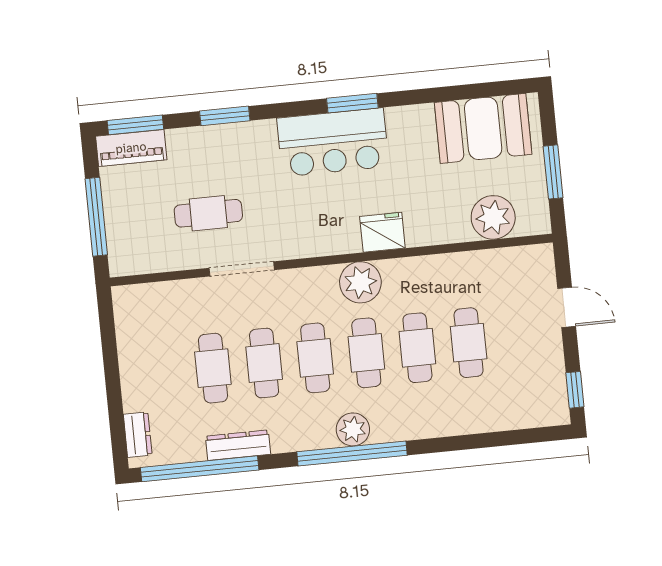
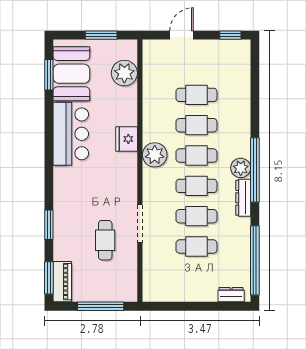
window: (352, 103) -> (49, 75), moved
bar counter: (333, 142) -> (71, 134), moved
dresser: (238, 445) -> (243, 198), moved

